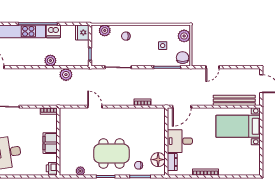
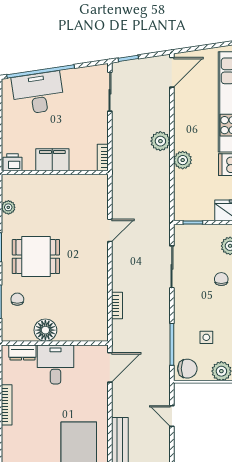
plant: (66, 75) -> (160, 141), moved
door: (182, 107) -> (110, 367), swing flipped
dining table: (111, 153) -> (36, 257), width x0.73
floor lamp: (158, 160) -> (45, 330), moved

